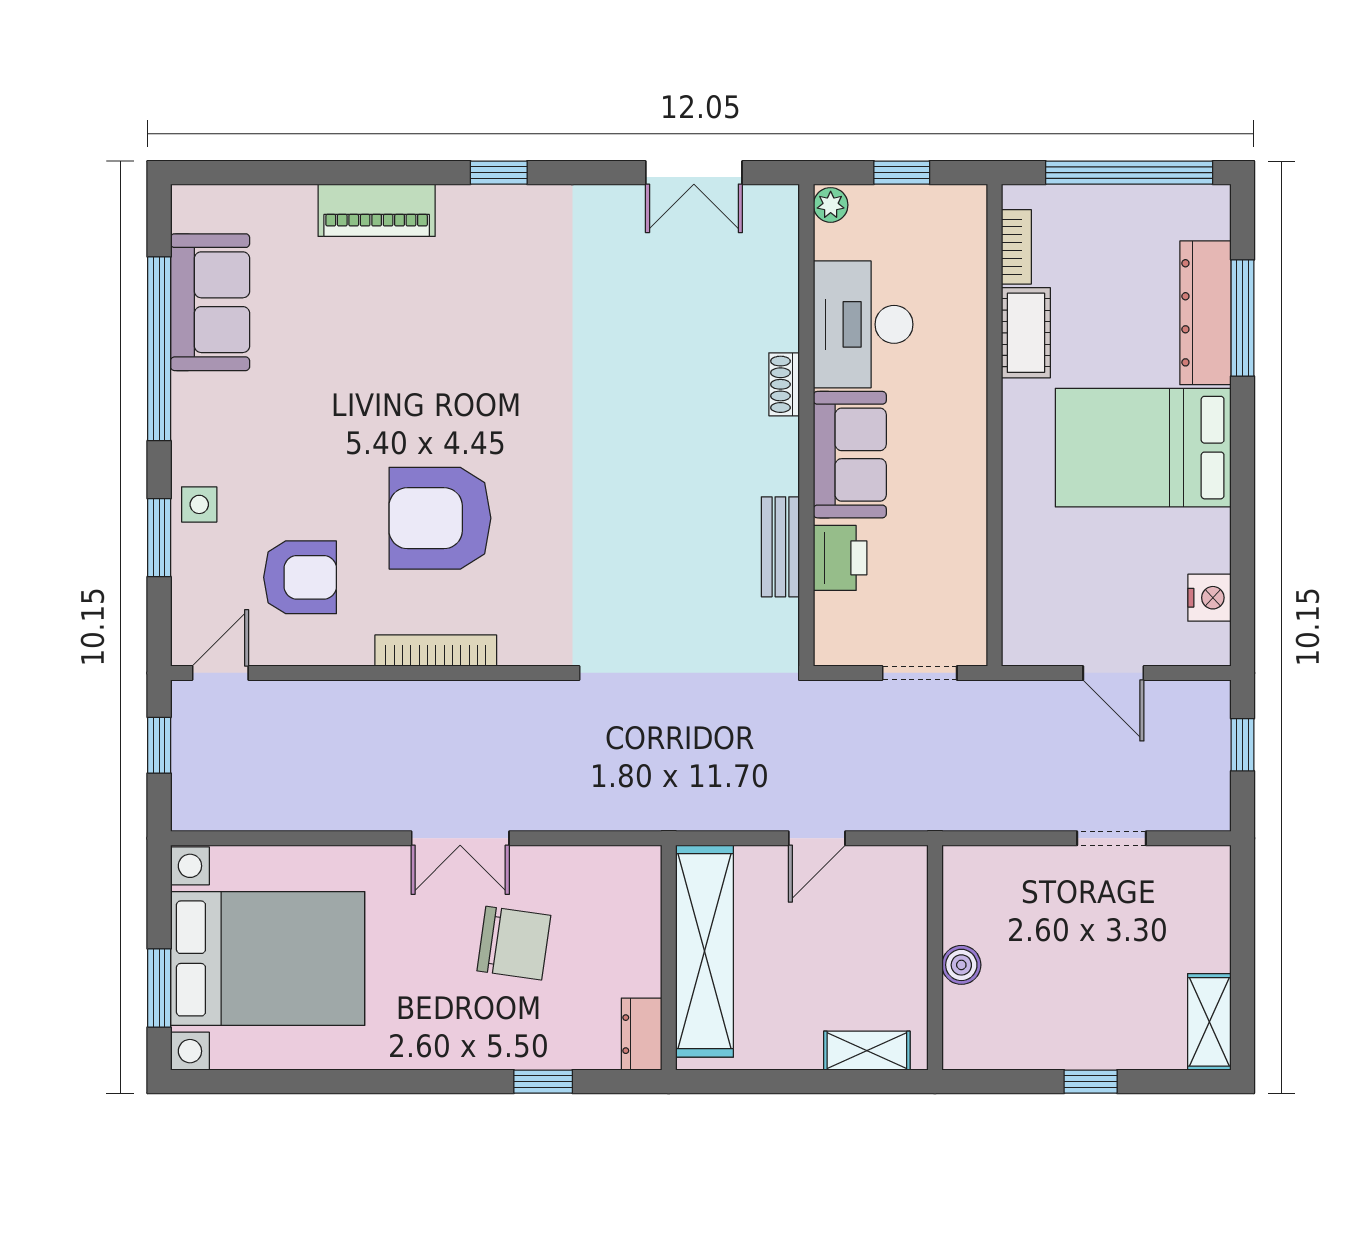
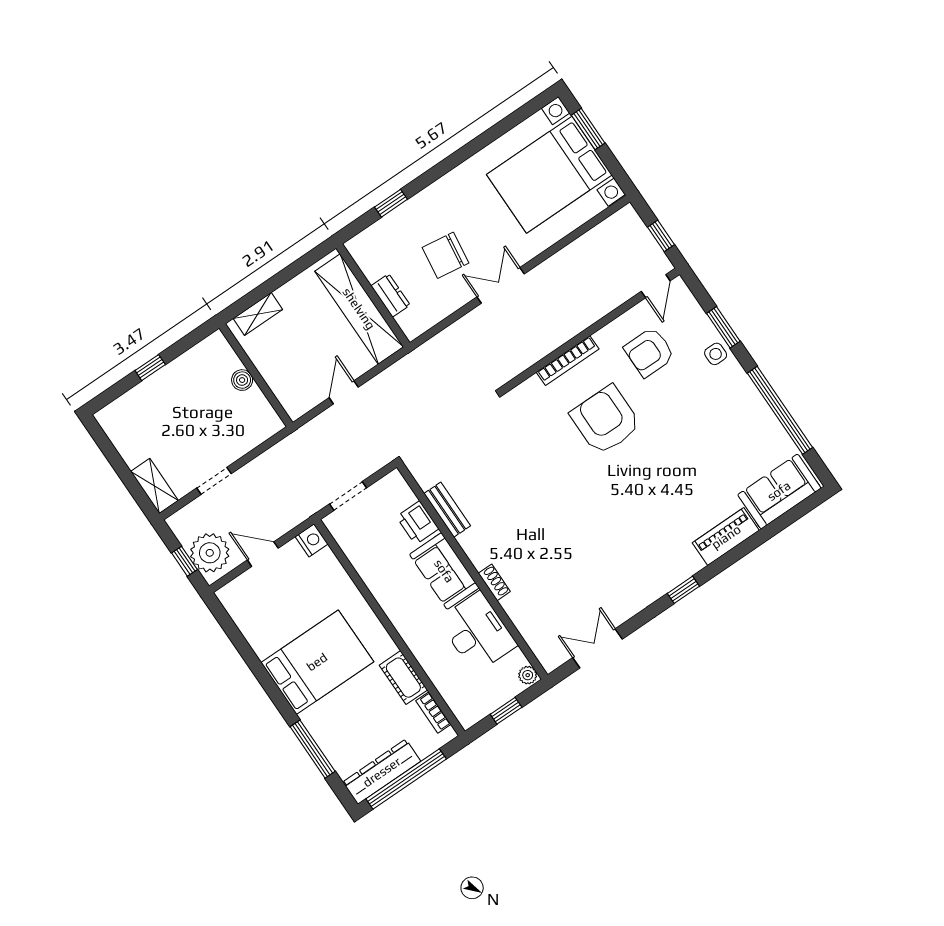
sofa: (210, 302) -> (779, 491), moved, turned 90
dresser: (1205, 313) -> (382, 772), moved, turned -90
armchair: (440, 518) -> (606, 420), turned -90
nightstand: (1209, 598) -> (312, 540), moved, turned 180
plant: (1194, 731) -> (210, 553), added
shelving: (1209, 1022) -> (154, 486), moved
dresser: (642, 1034) -> (391, 295), moved

